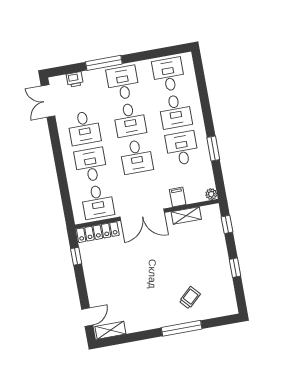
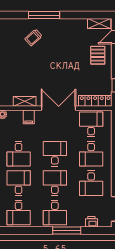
desk: (84, 128) -> (91, 183), turned 180
pallet: (105, 290) -> (98, 55), added

